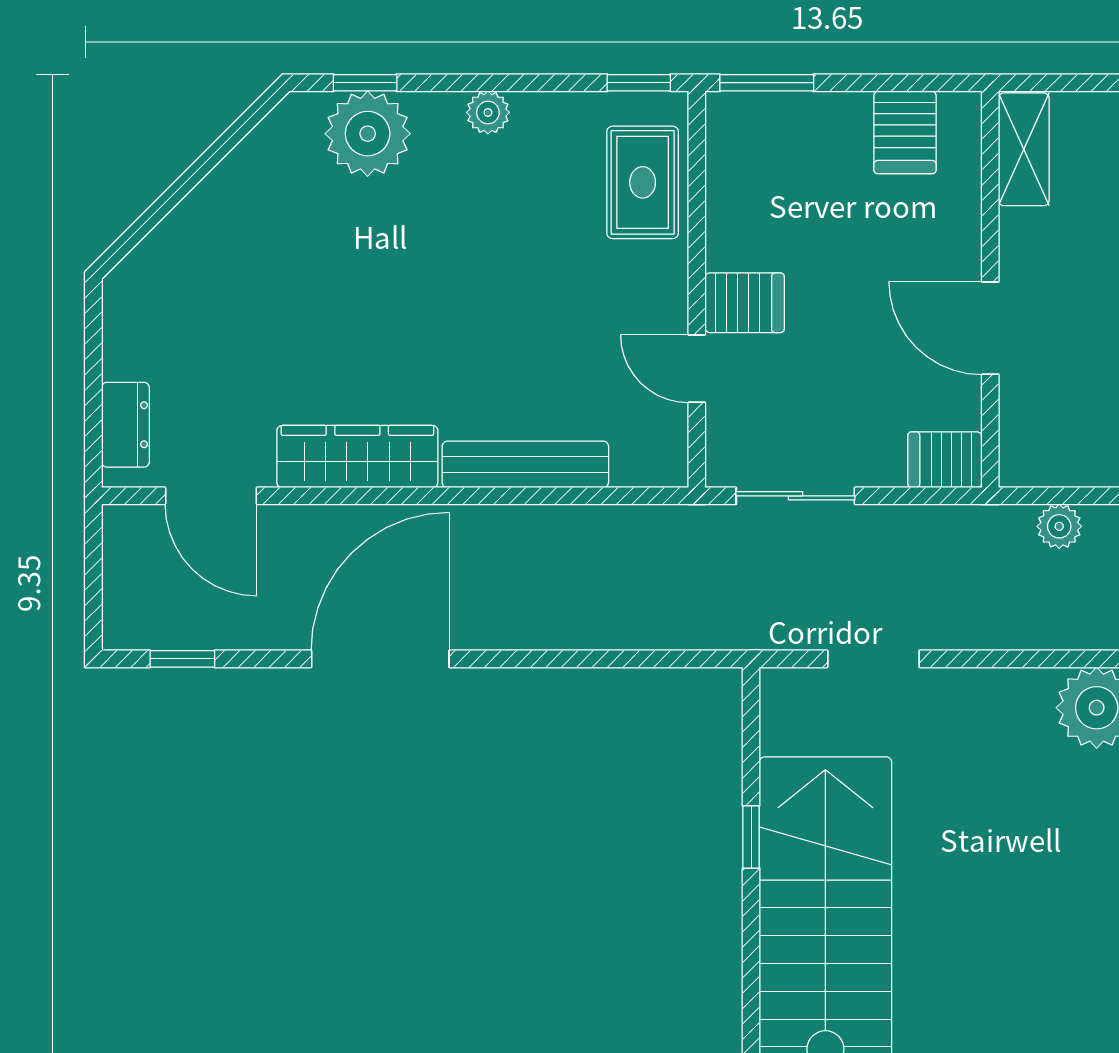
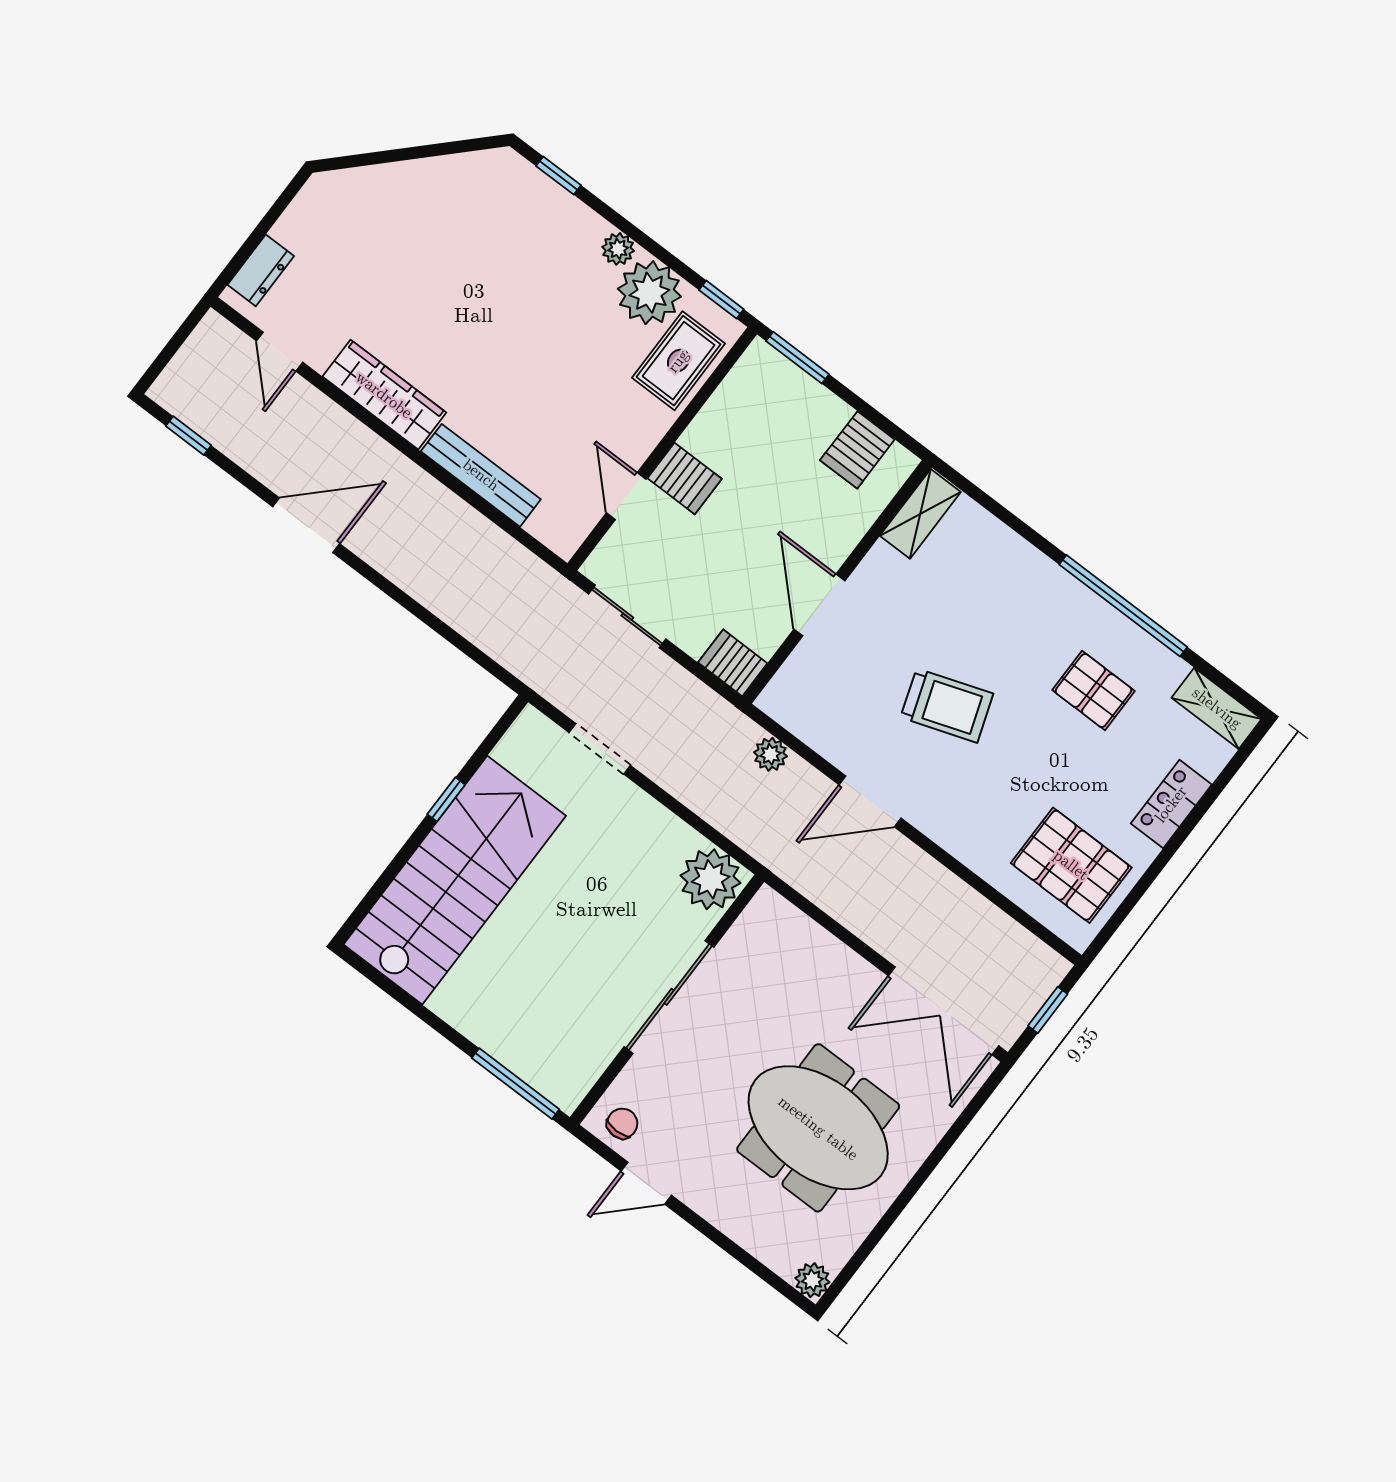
plant: (368, 134) -> (649, 293), moved
door: (211, 496) -> (279, 352), width x0.73
door: (380, 659) -> (306, 525), width x0.73

